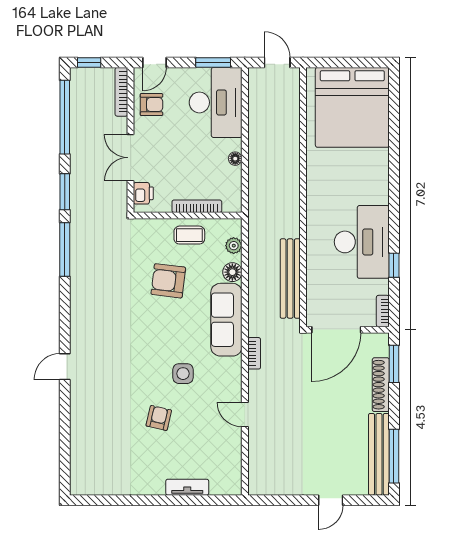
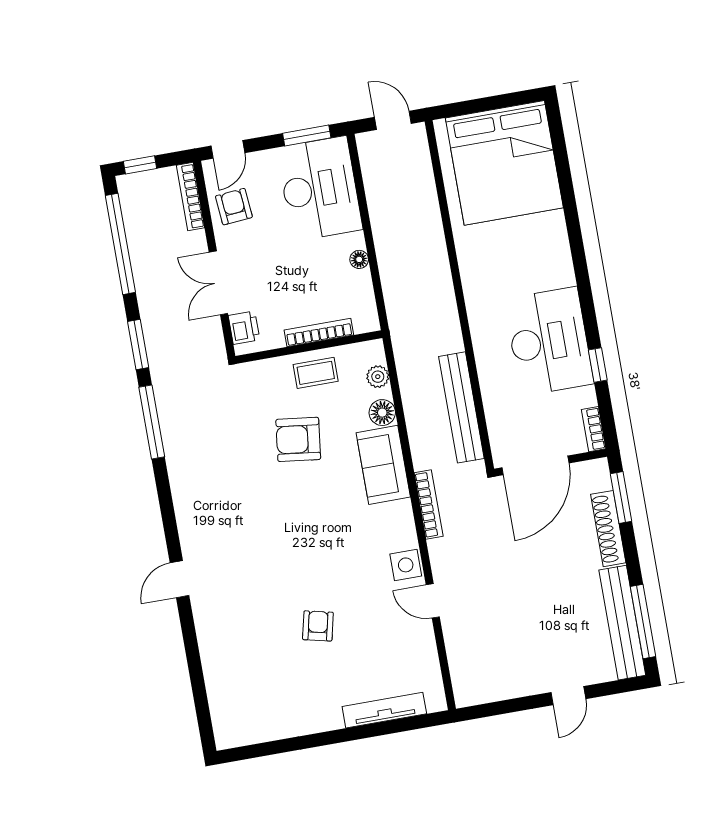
armchair: (151, 105) -> (234, 207), turned -95
sofa: (226, 320) -> (383, 465), width x0.73
bookcase: (254, 353) -> (429, 504), width x1.56
side table: (183, 374) -> (406, 565), moved
tv unit: (187, 487) -> (384, 710), width x1.41

